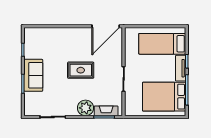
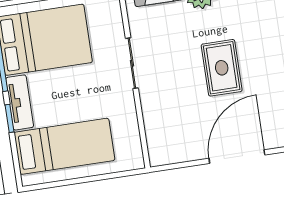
door: (106, 26) -> (237, 157), moved
rug: (81, 70) -> (222, 68), turned 90

